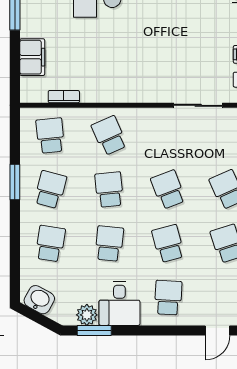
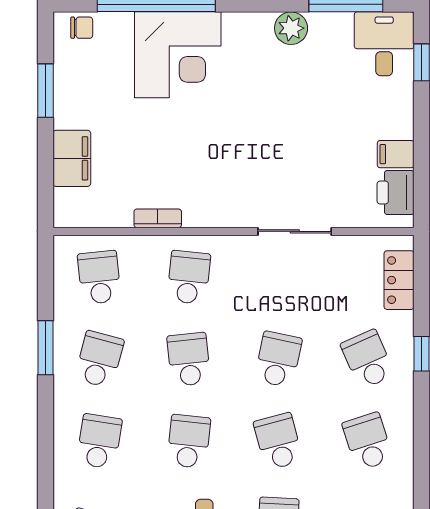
bookcase: (64, 97) -> (158, 218), moved
sliding door: (198, 105) -> (295, 231), moved
school desk: (109, 136) -> (189, 277), turned 30
school desk: (168, 190) -> (278, 359), turned 33

